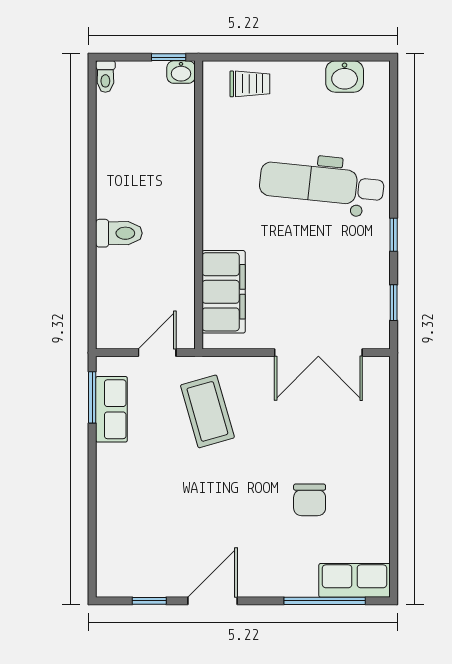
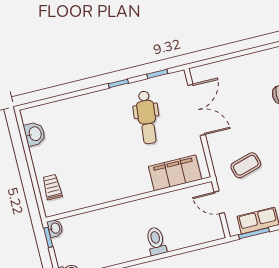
dental chair: (322, 184) -> (147, 117), moved, width x0.73, depth x0.72
coffee table: (207, 411) -> (246, 165), width x0.73, depth x0.77

